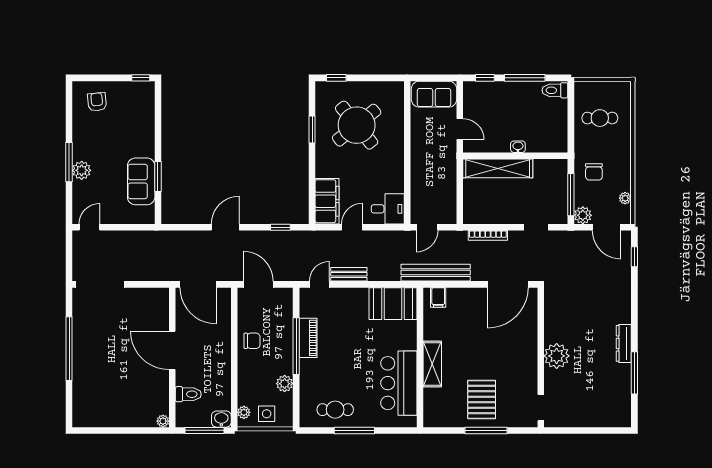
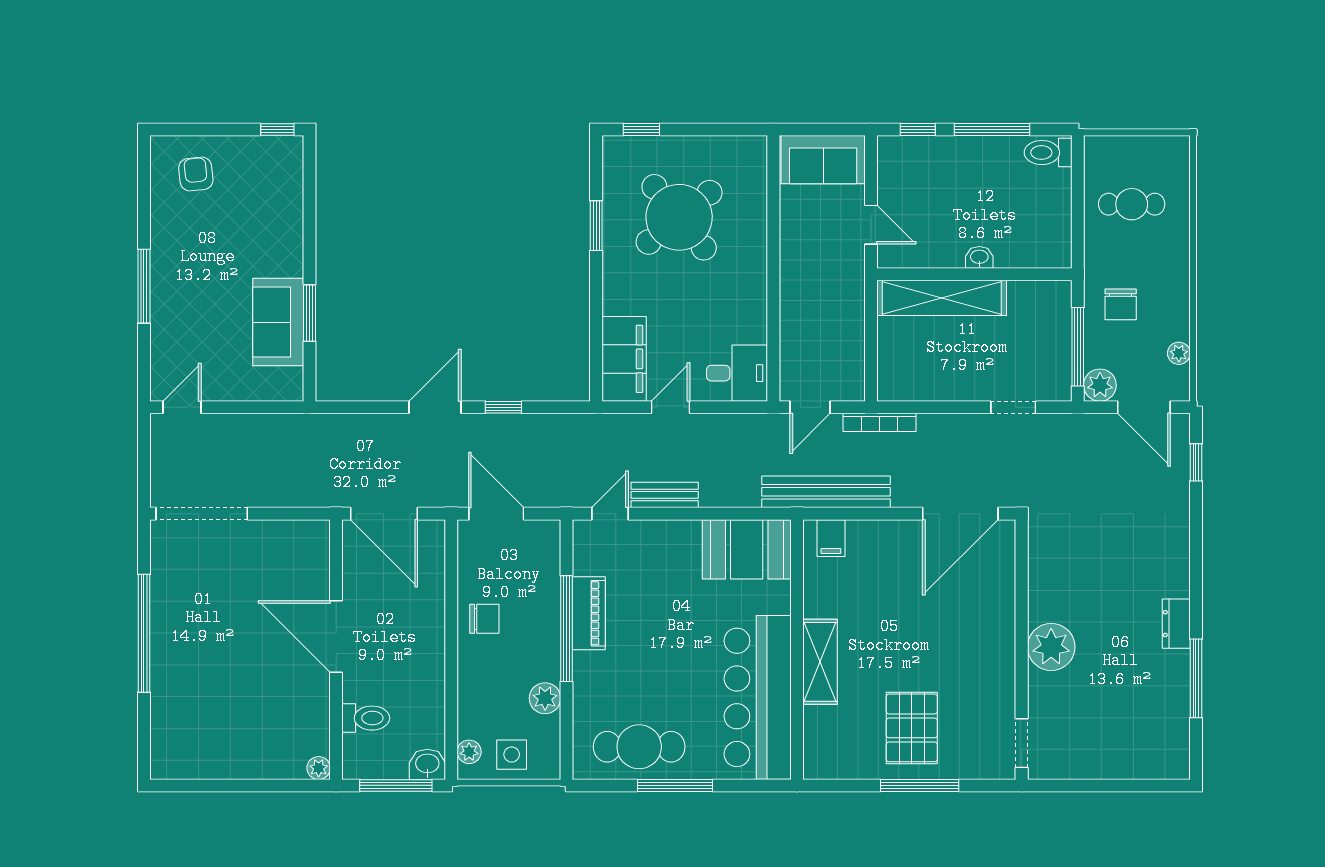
plant: (82, 170) -> (167, 301), removed
window: (280, 227) -> (503, 407), moved
bookcase: (488, 235) -> (879, 422), moved
dresser: (624, 343) -> (1176, 624), width x0.70
bar counter: (399, 383) -> (758, 697), width x1.36
cafe table: (335, 410) -> (639, 747), width x1.37, depth x1.35

